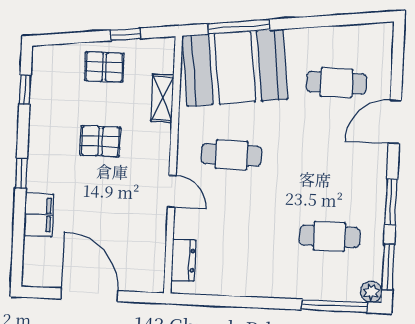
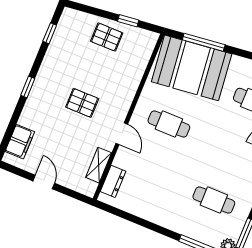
shelving: (162, 98) -> (99, 165), moved
pallet: (100, 141) -> (82, 103), moved
filing cabinet: (39, 215) -> (20, 142), moved
door: (89, 295) -> (44, 182), width x0.53

